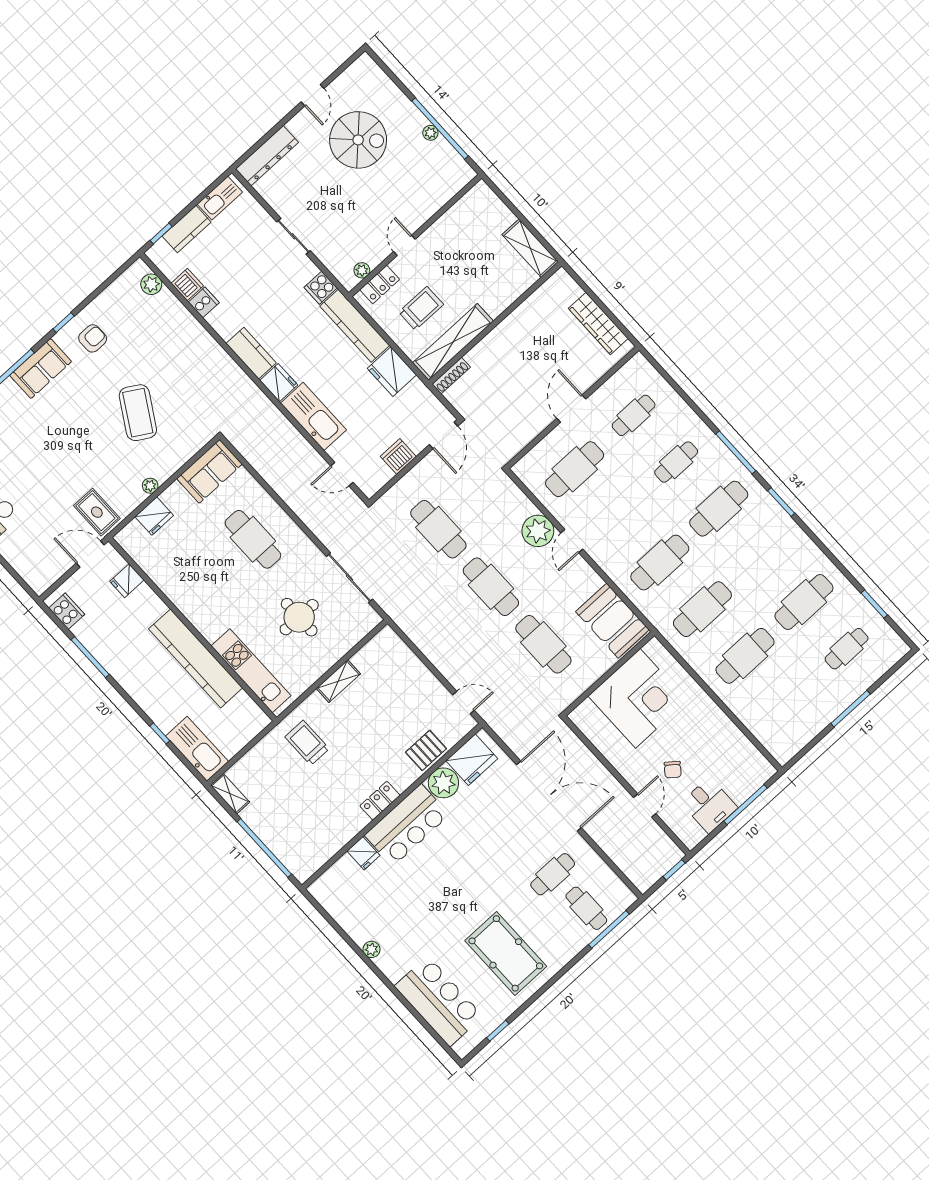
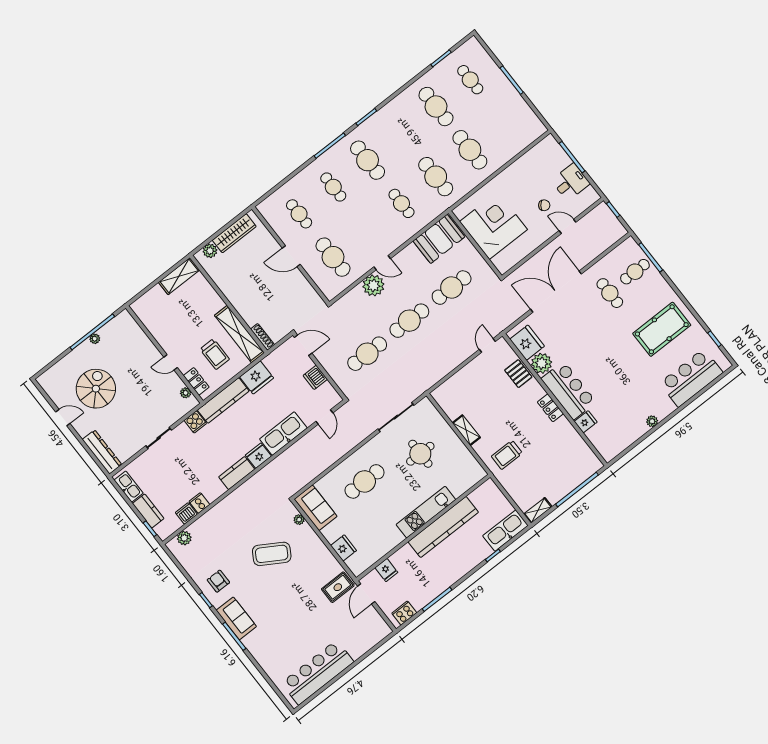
plant: (570, 290) -> (210, 251), added
trolley: (421, 308) -> (215, 354), turned 180
plant: (150, 486) -> (299, 520), moved
cafe table: (660, 563) -> (401, 203), width x0.73, depth x0.74
kitchen unit: (251, 671) -> (426, 512), moved

